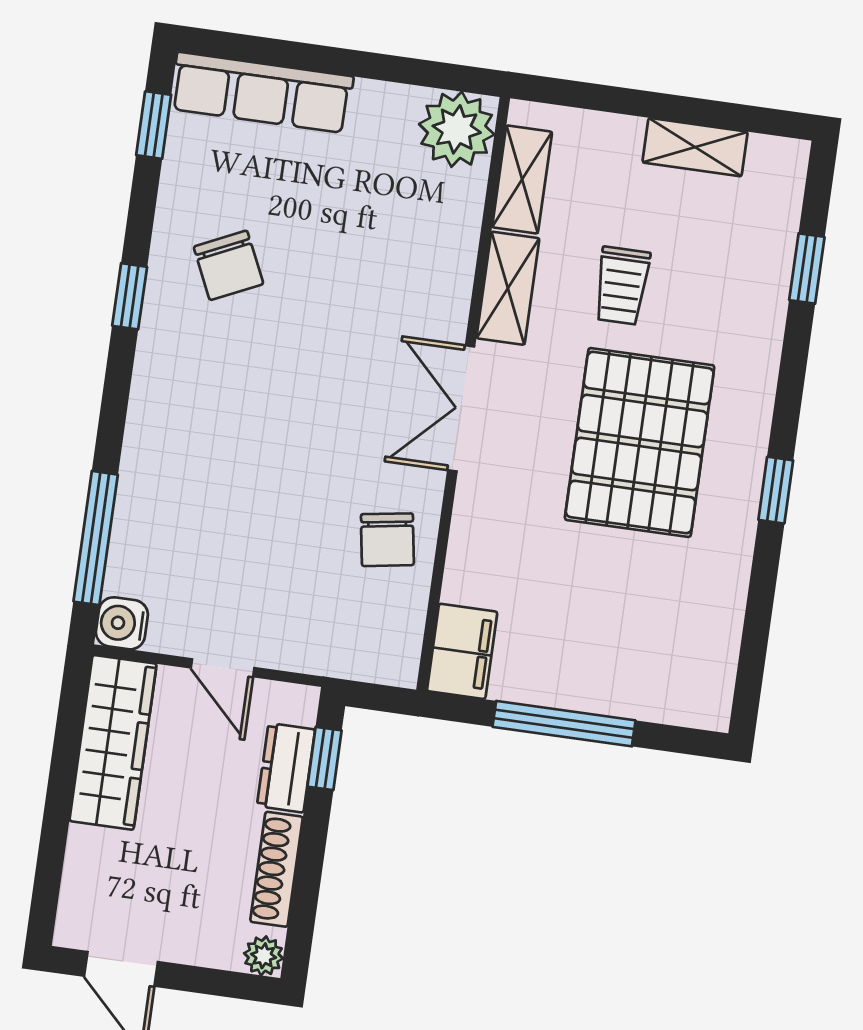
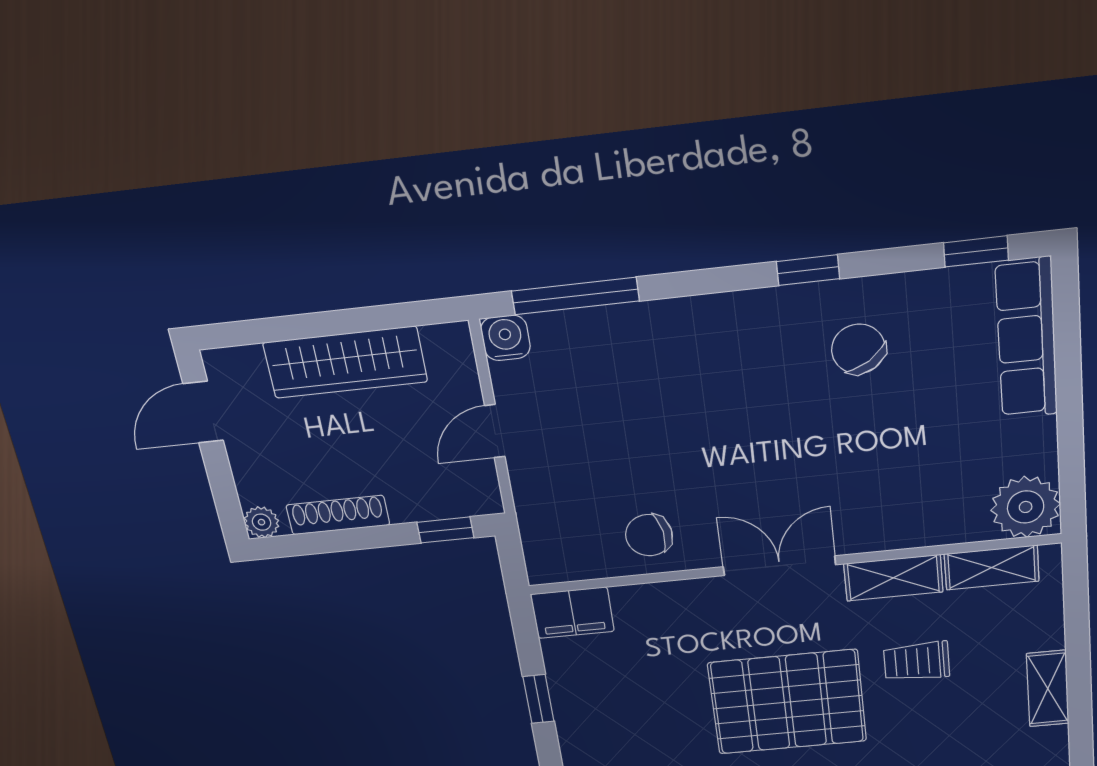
chair: (228, 265) -> (858, 349), turned 81
window: (564, 724) -> (538, 699), width x0.46
wardrobe: (113, 742) -> (345, 362), moved
dresser: (286, 768) -> (427, 502), removed

